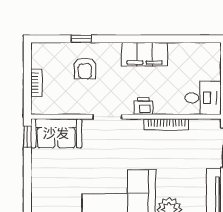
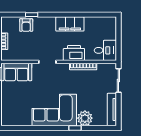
armchair: (85, 68) -> (26, 25), moved
printer: (143, 106) -> (74, 53), width x1.87, depth x1.48

